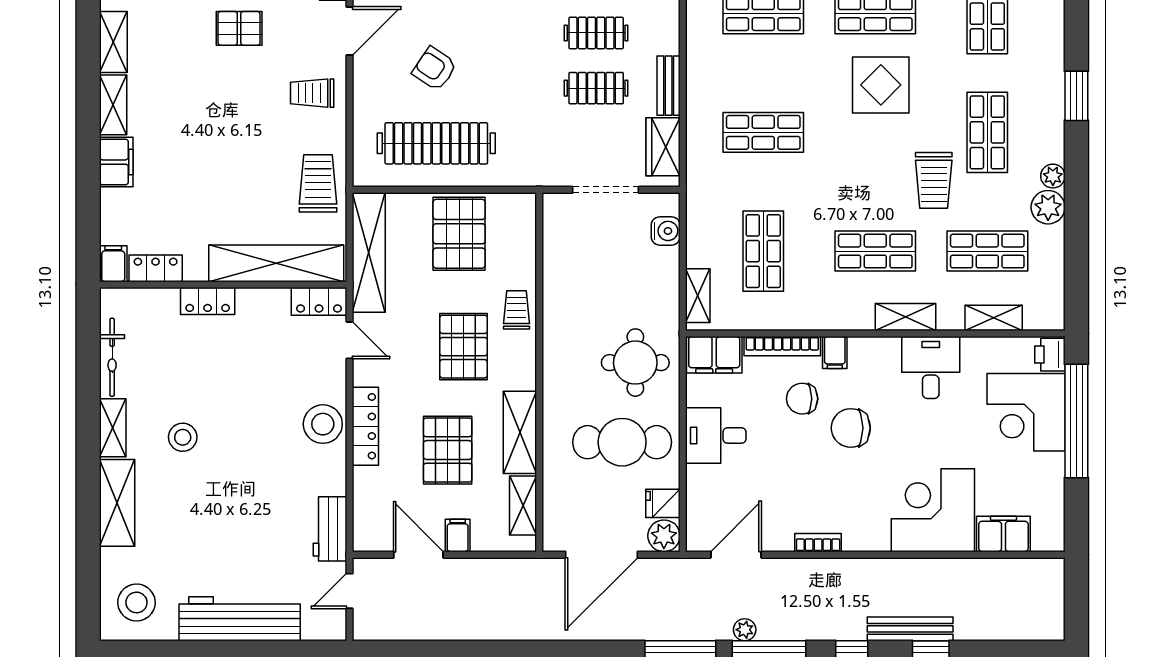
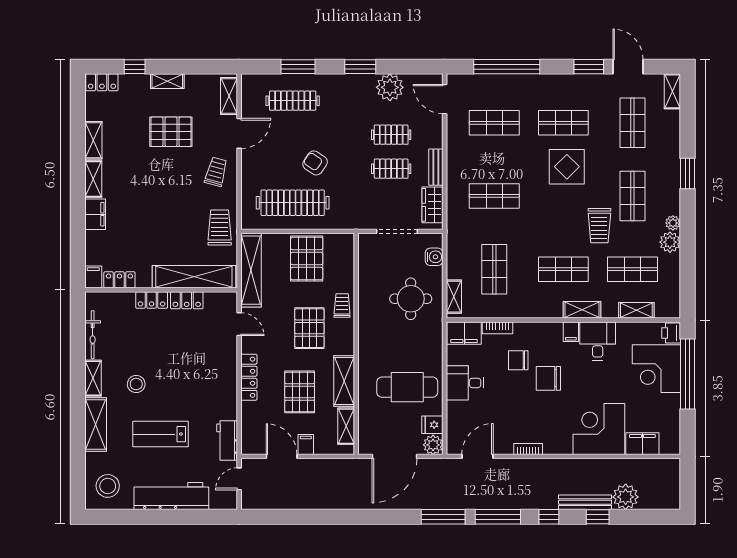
pallet: (239, 28) -> (171, 132), width x1.50, depth x1.42
armchair: (435, 69) -> (315, 163), moved
trolley: (312, 93) -> (216, 172), turned 105
locker: (319, 301) -> (187, 300), moved
bookcase: (782, 346) -> (498, 328), width x0.64
filing cabinet: (835, 352) -> (571, 332), moved
round table: (635, 363) -> (411, 299), moved
stool: (323, 424) -> (223, 376), removed
lab bench: (222, 518) -> (161, 434), added
plant: (745, 630) -> (626, 497), moved, width x1.87, depth x1.87

